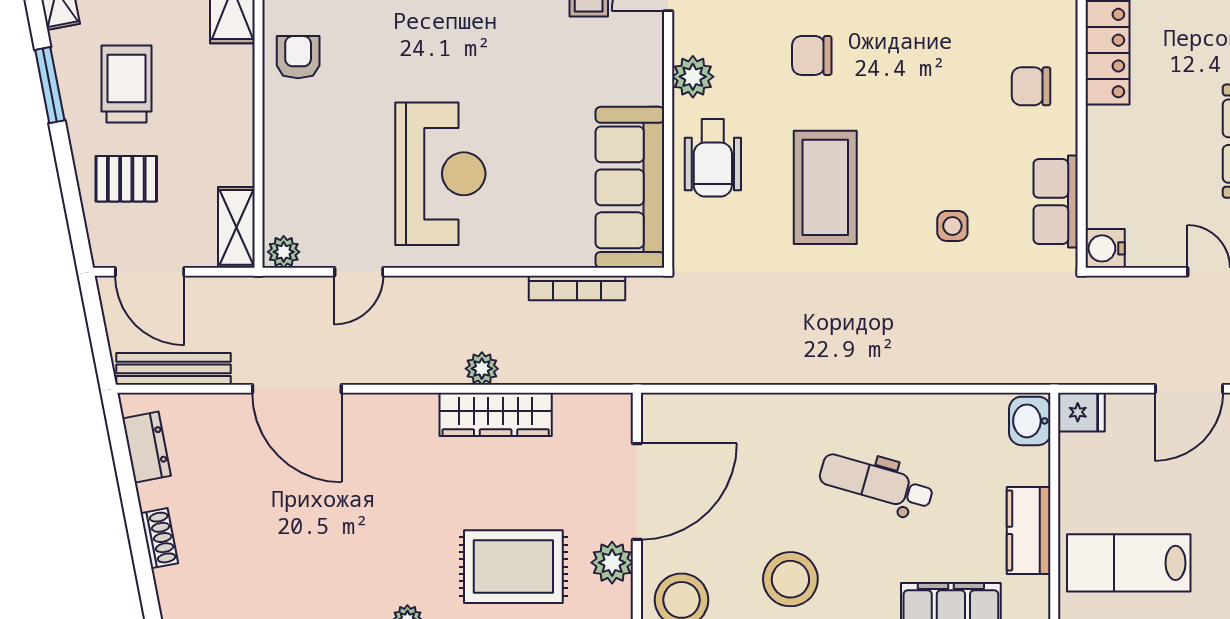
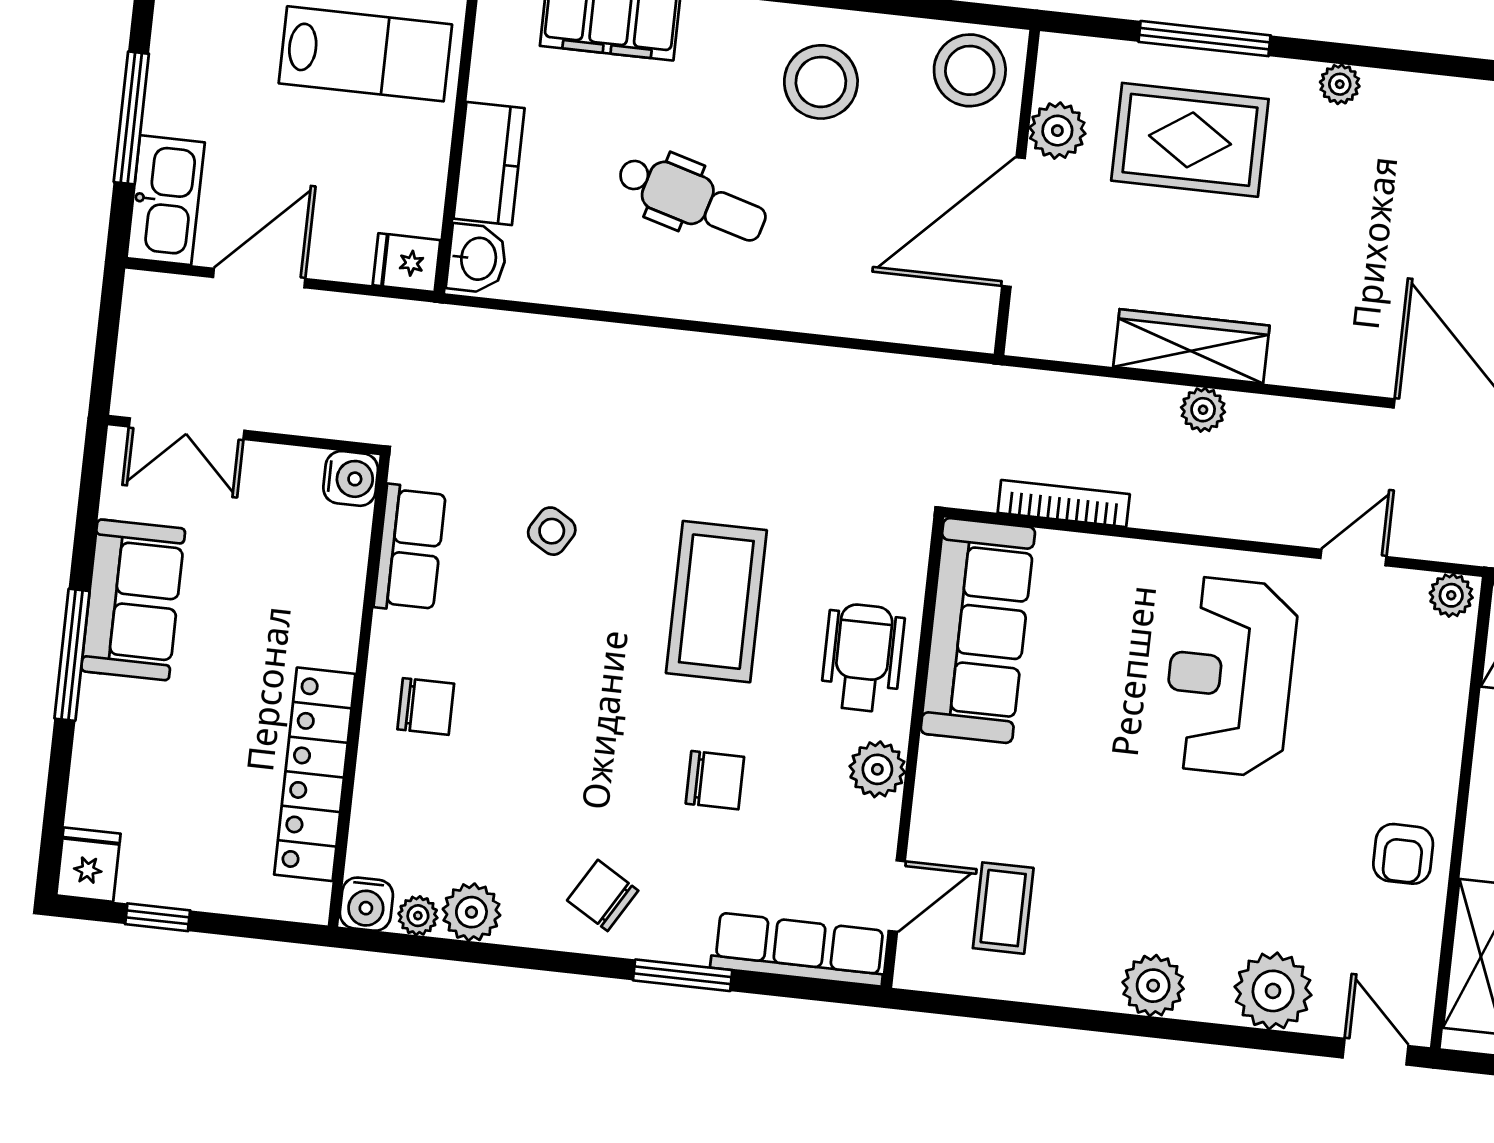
side table: (952, 226) -> (552, 531), turned 31
kitchen counter: (1029, 530) -> (489, 163), moved

